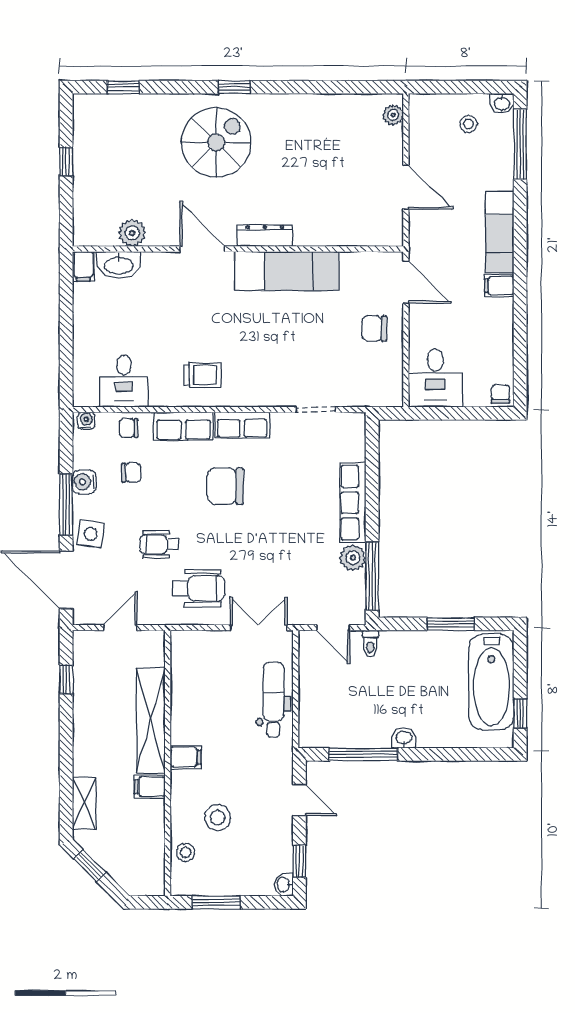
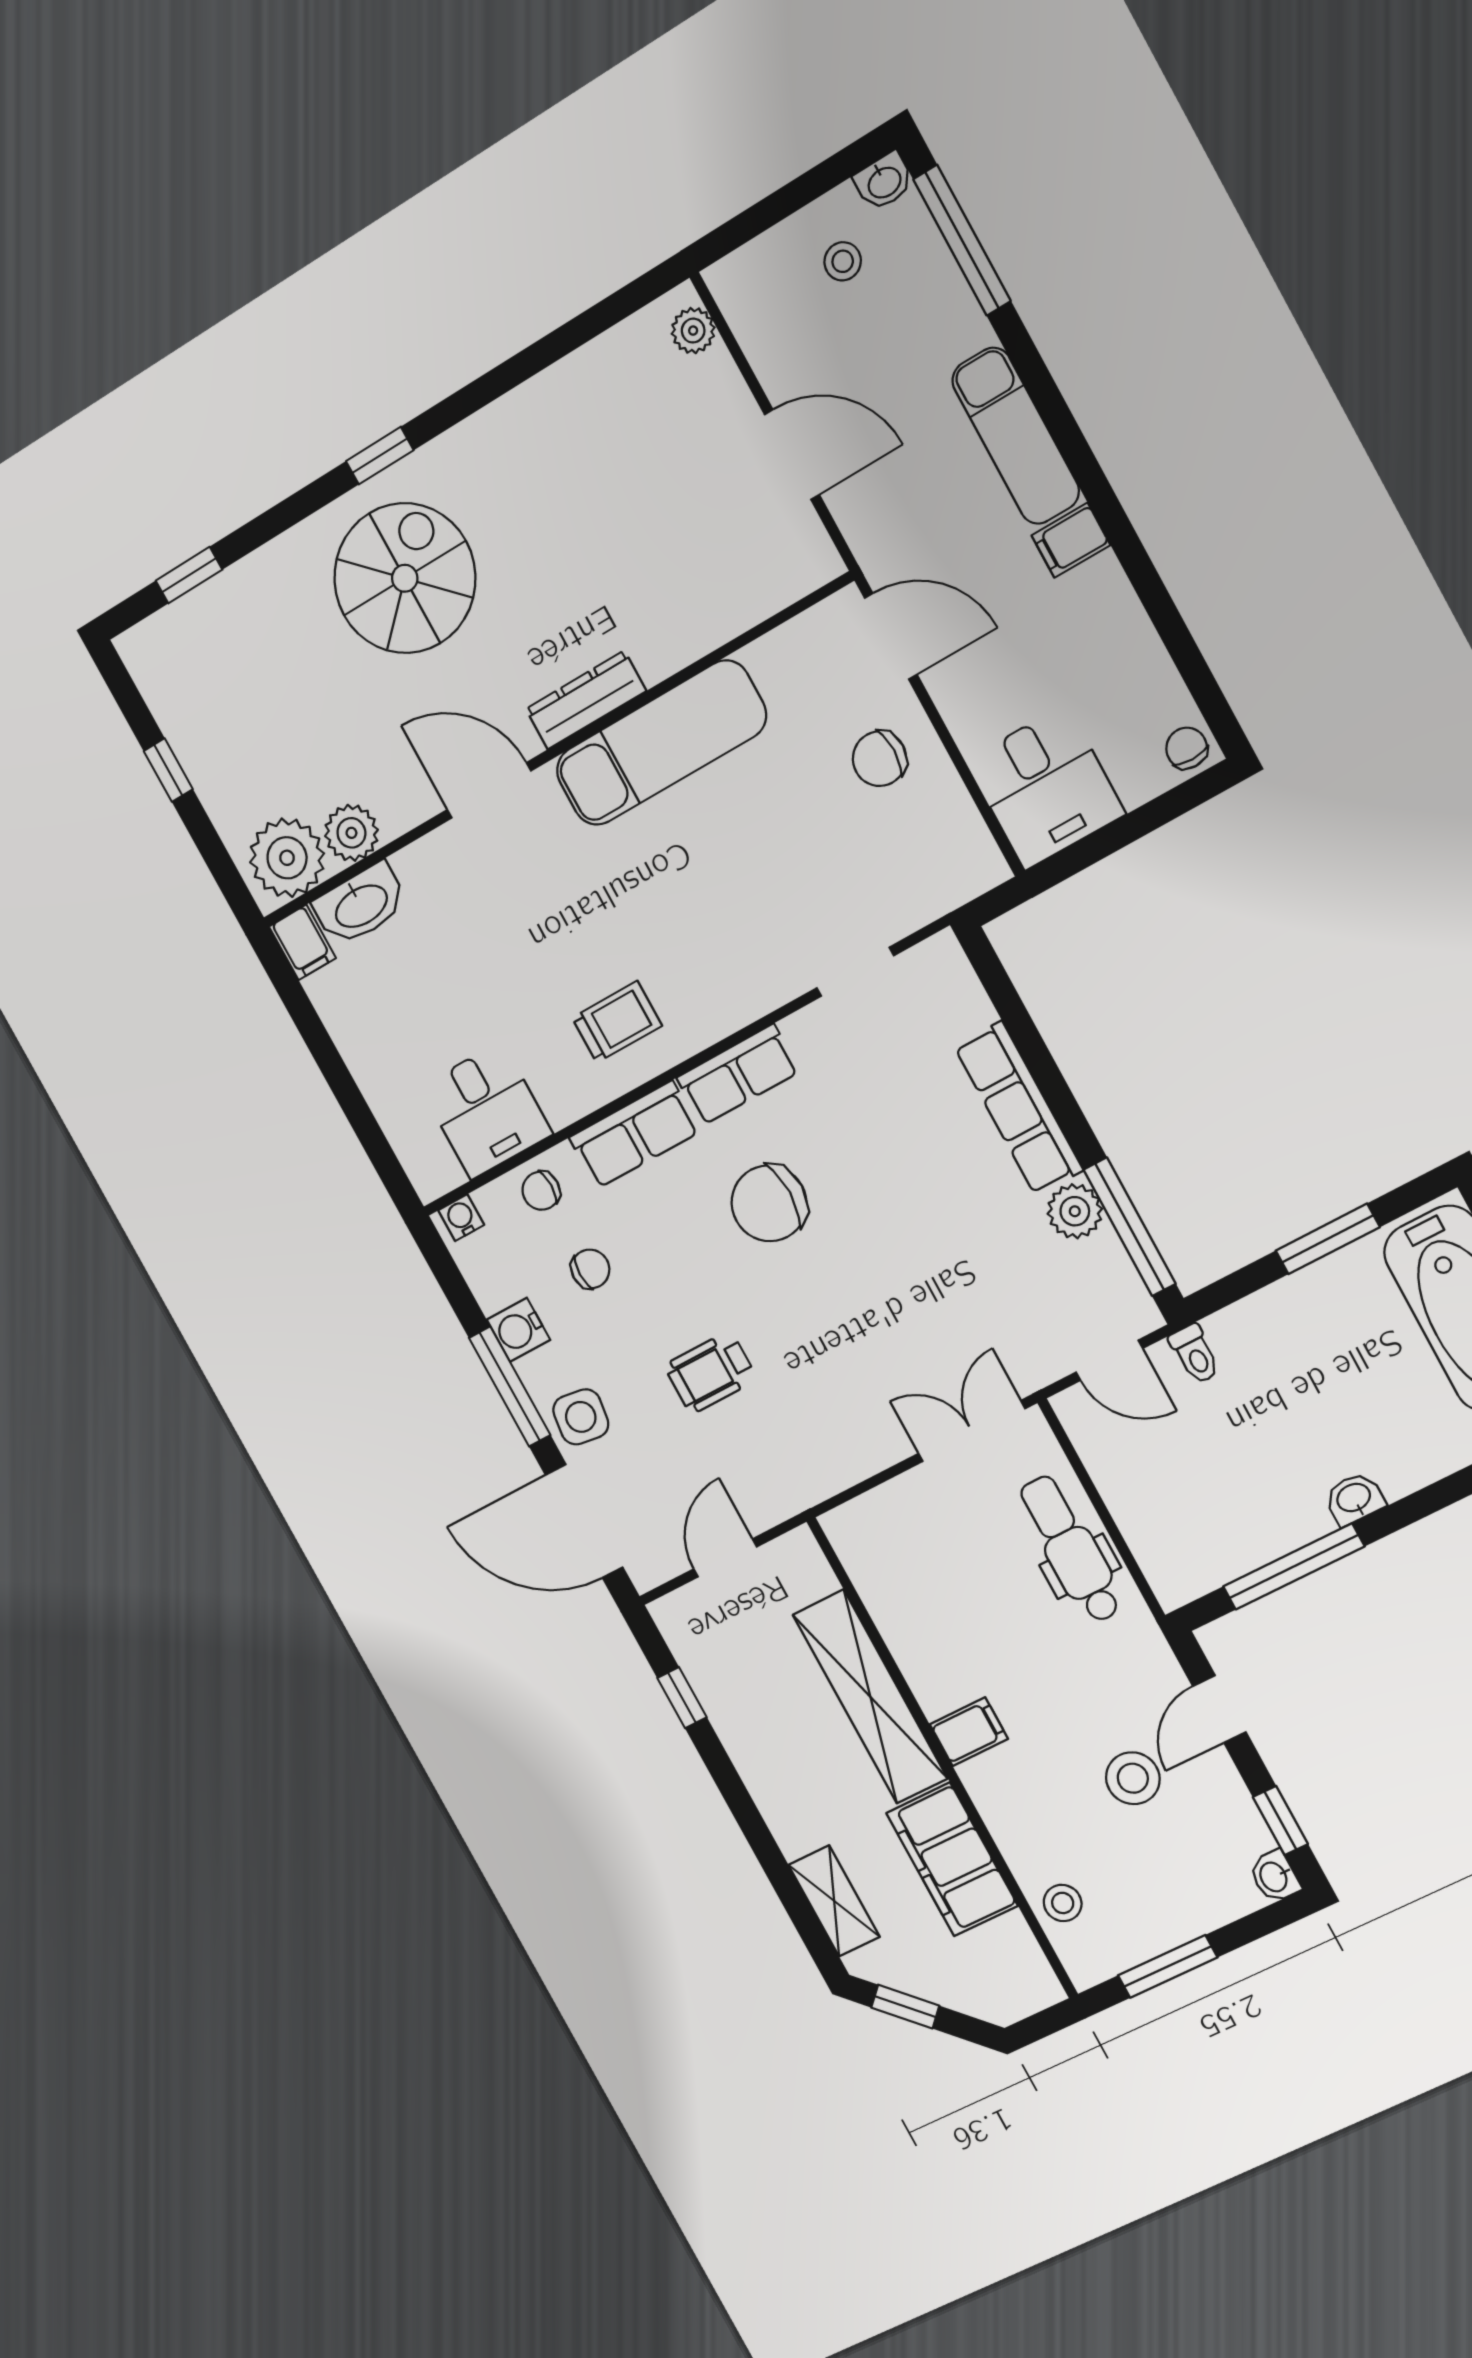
plant: (97, 227) -> (287, 858), added
wheelchair: (198, 588) -> (824, 1415), removed
filing cabinet: (150, 787) -> (952, 1859), width x3.00, depth x1.17
door: (299, 800) -> (1219, 1709), swing flipped
stool: (218, 818) -> (1133, 1778), moved

